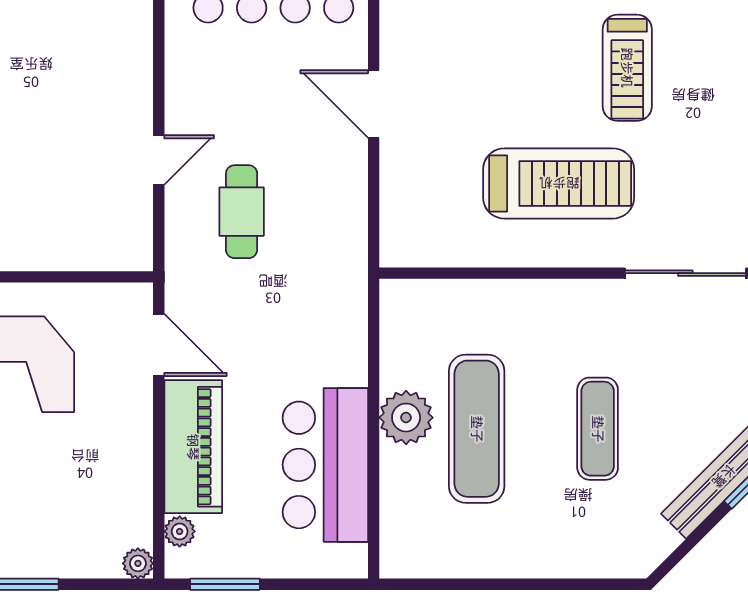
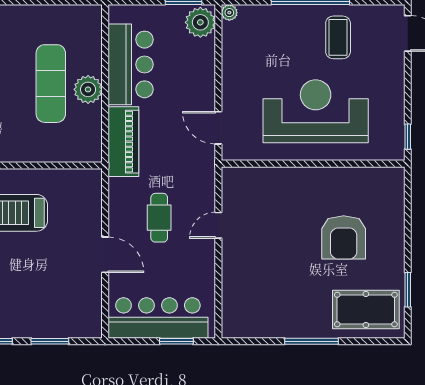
cafe table: (242, 212) -> (159, 218), moved
piano: (193, 447) -> (123, 142), moved, turned 180
plant: (180, 531) -> (200, 22), width x1.87, depth x1.87

